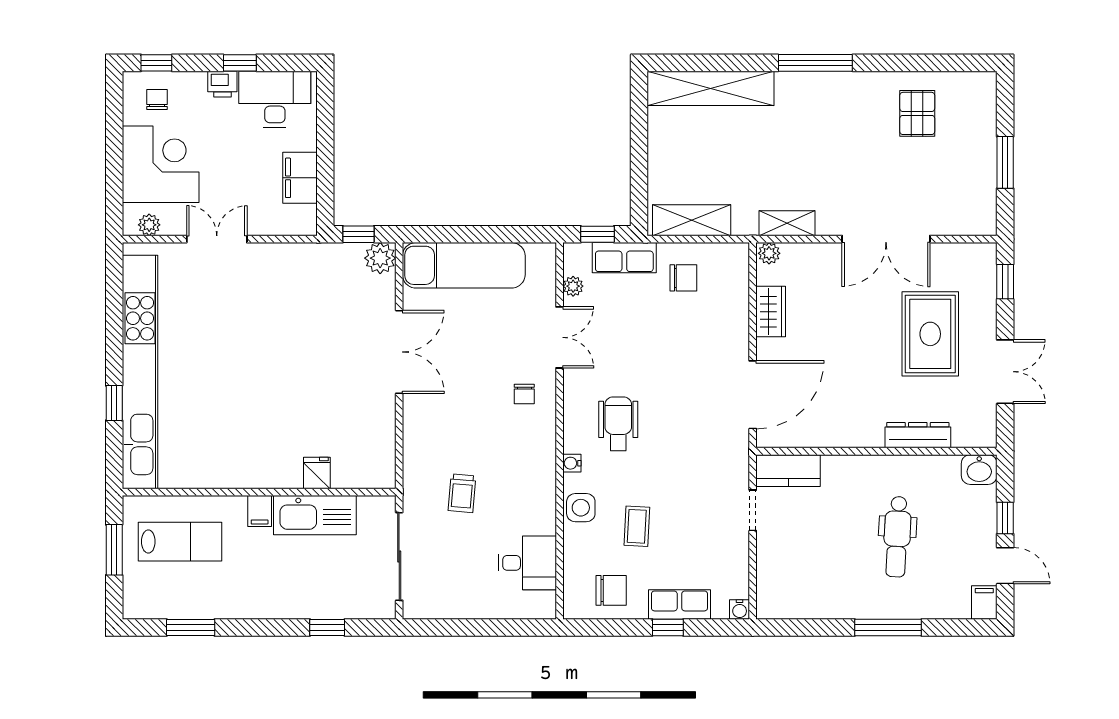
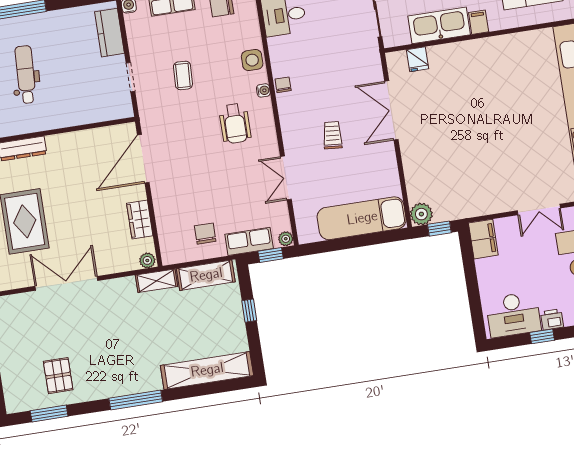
window: (938, 63) -> (49, 414), added
window: (639, 162) -> (249, 311), added
filing cabinet: (300, 178) -> (483, 239), moved
shelving: (787, 223) -> (156, 281), moved
chair: (683, 278) -> (205, 234), turned 90
plant: (573, 286) -> (286, 239), moved
double door: (399, 352) -> (391, 110), moved
chair: (524, 394) -> (283, 85), moved
kitchen counter: (788, 471) -> (109, 33), moved, turned -90
fridge: (317, 473) -> (418, 59), moved
trolley: (462, 493) -> (332, 135), moved
coffee table: (637, 526) -> (183, 75), moved

